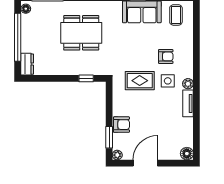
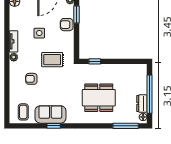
dresser: (27, 64) -> (142, 104), moved
side table: (168, 81) -> (39, 33), moved

